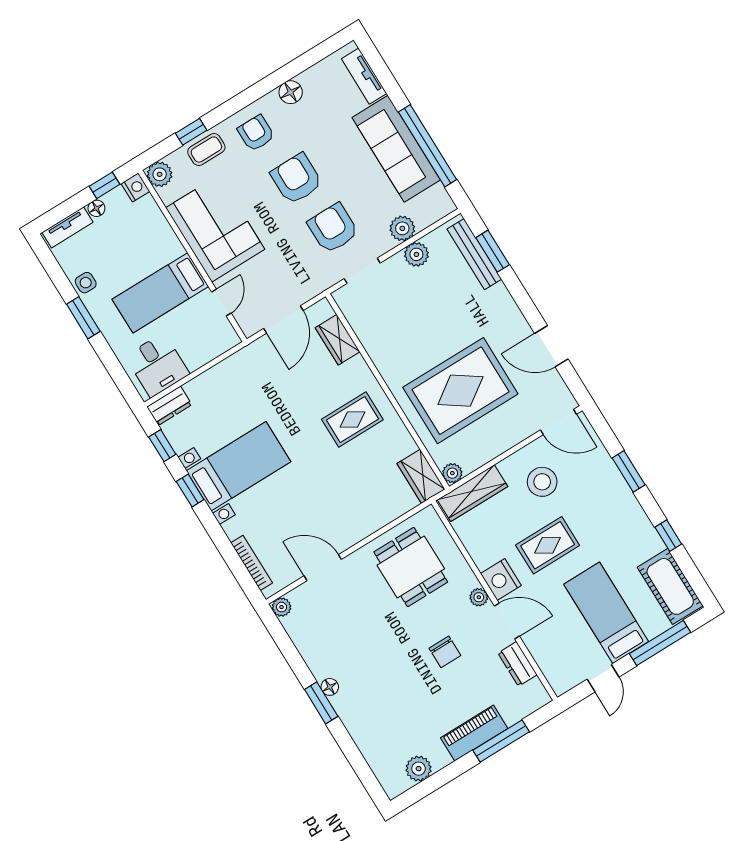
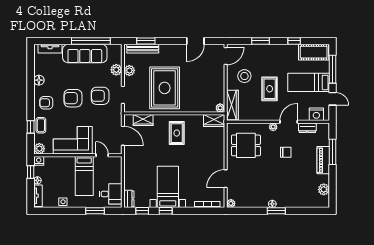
window: (83, 318) -> (95, 211), moved
rug: (460, 391) -> (165, 88), moved
nightstand: (501, 579) -> (316, 114), moved

